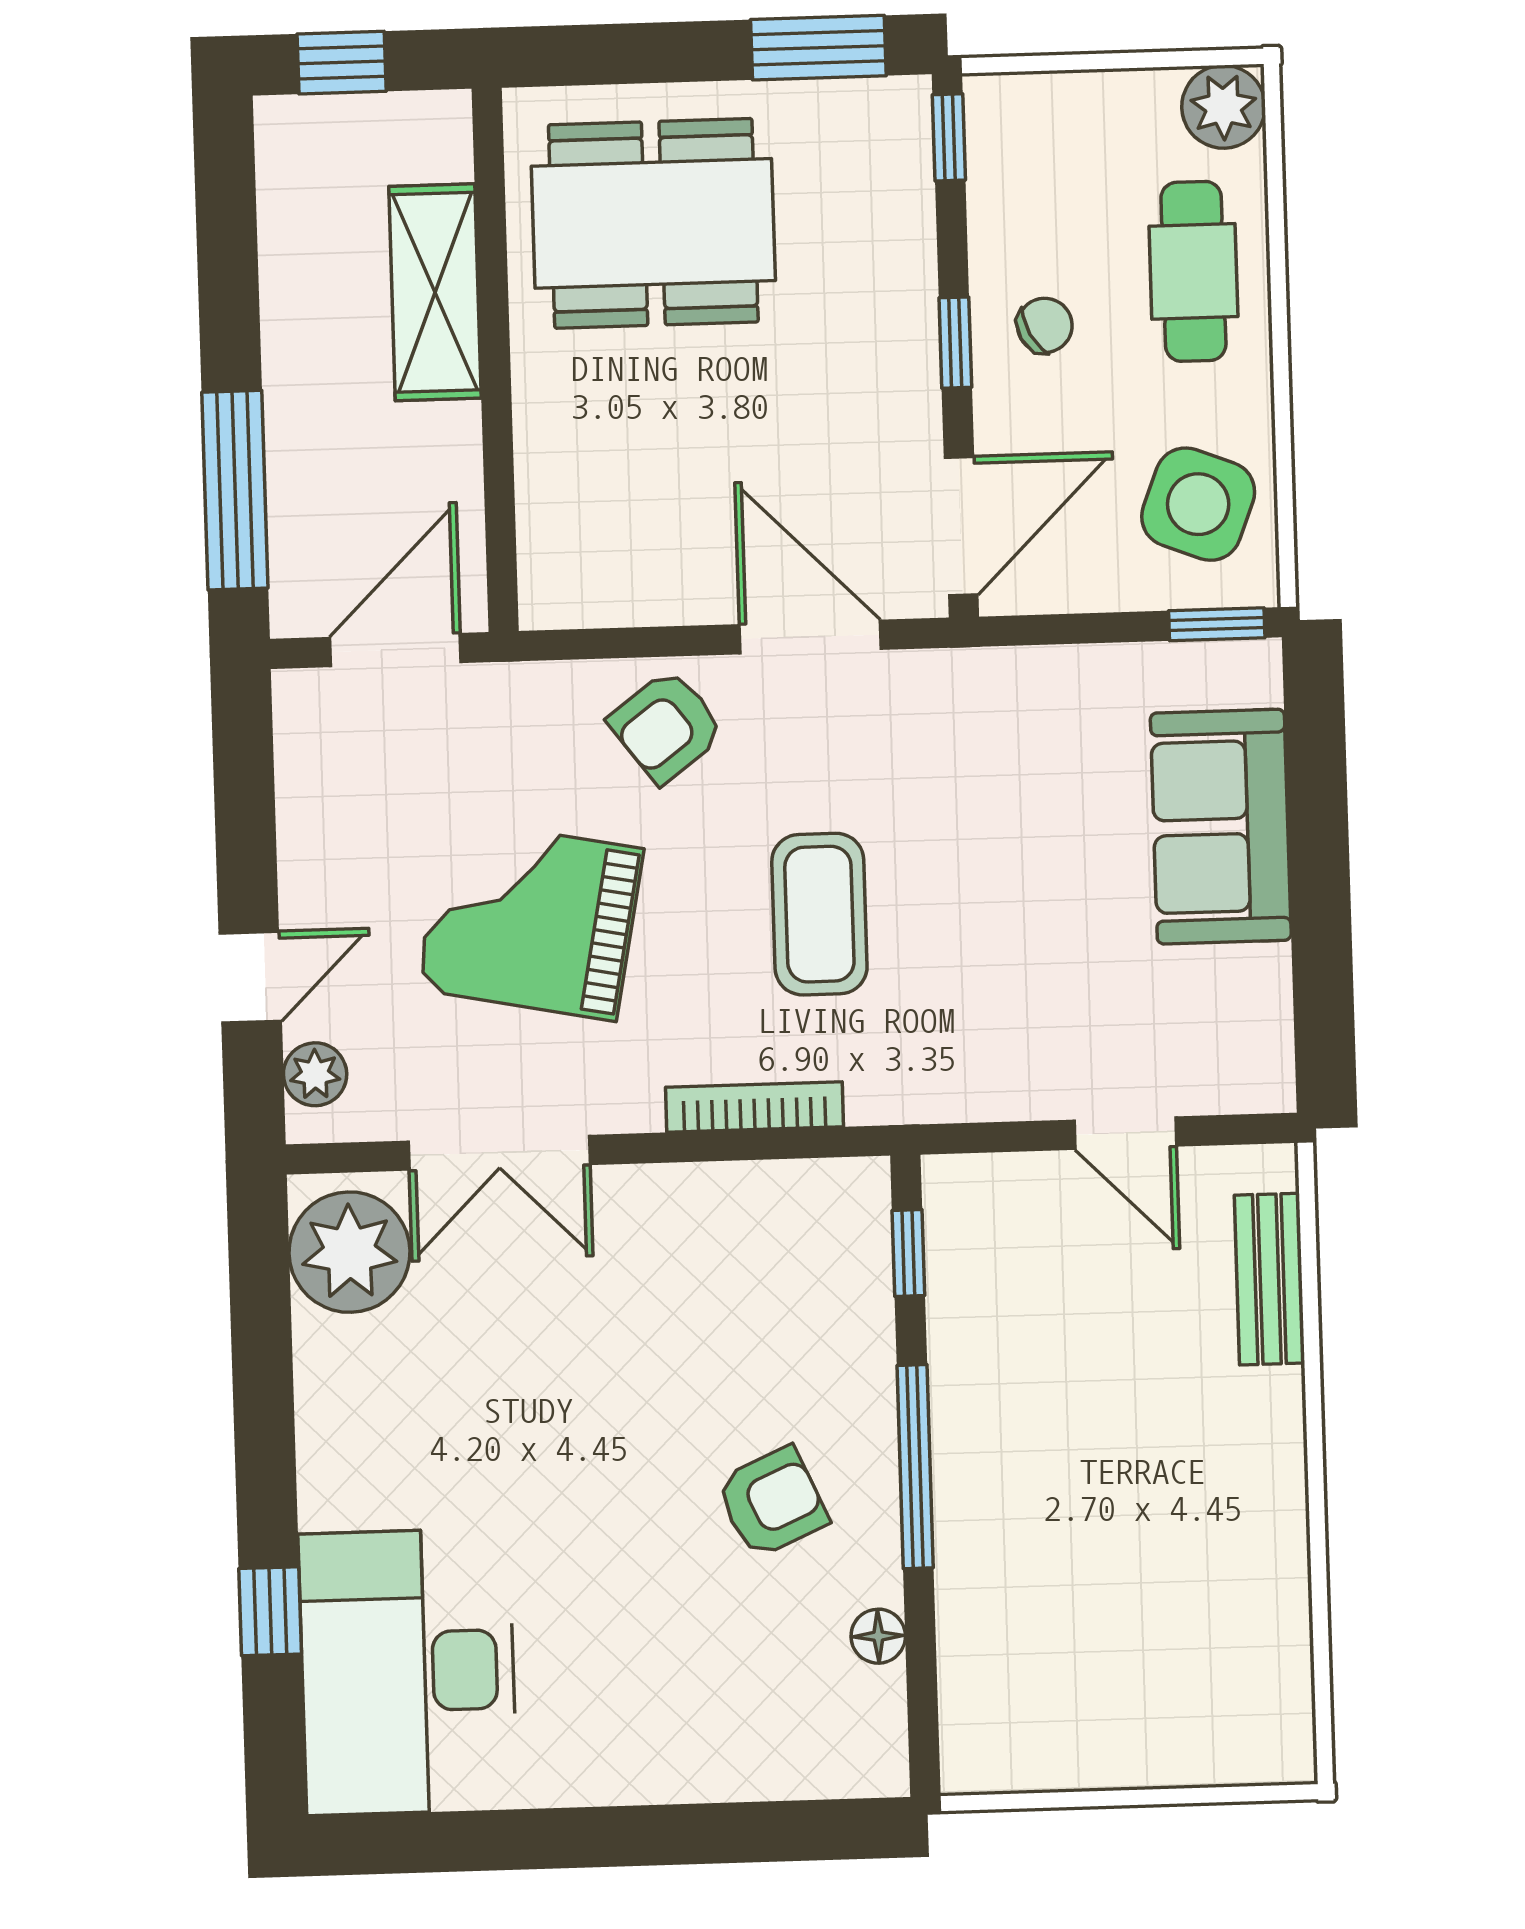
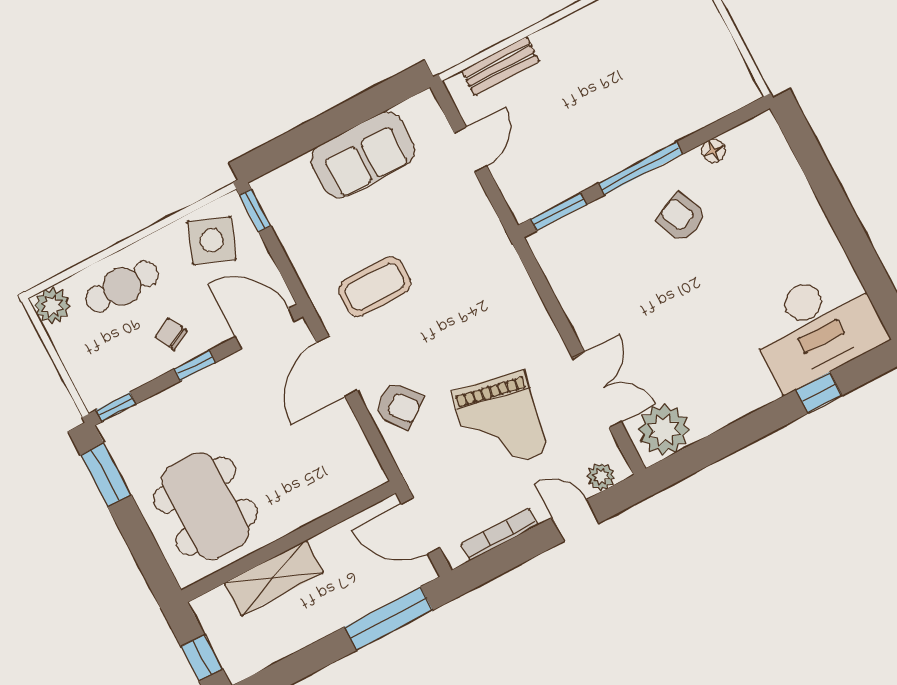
sofa: (1221, 827) -> (363, 155), moved
coffee table: (819, 914) -> (375, 287), moved
bookcase: (754, 1107) -> (499, 534), moved, turned 90
window: (908, 1253) -> (558, 212), width x1.50

